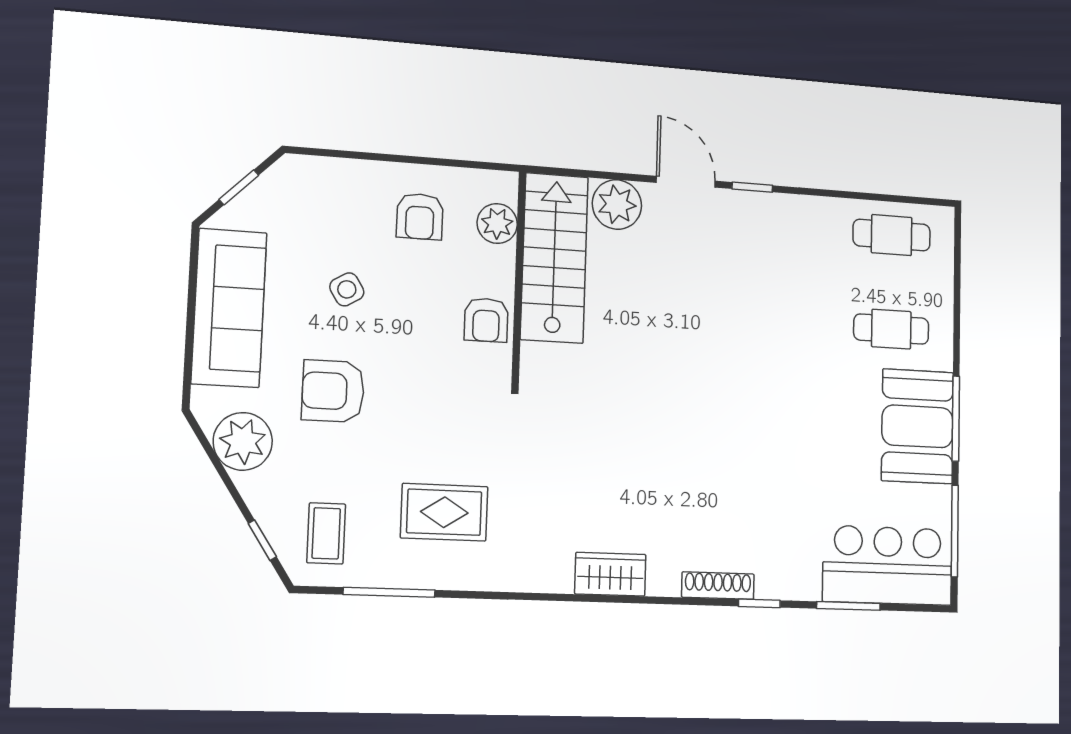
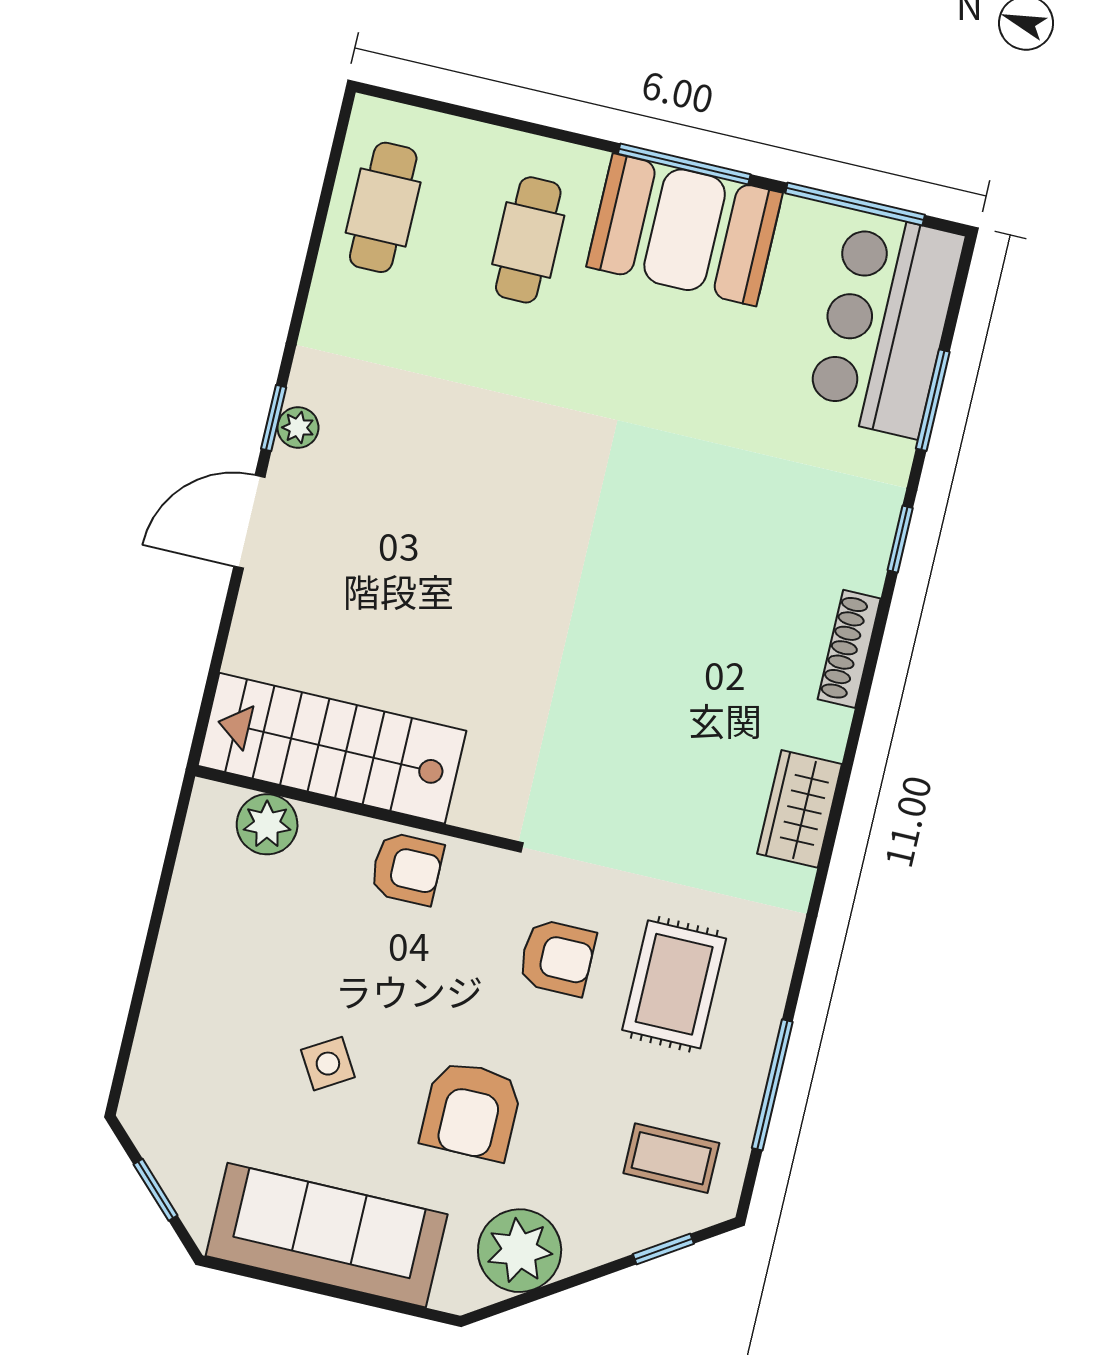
plant: (617, 205) -> (298, 427), moved, width x0.53, depth x0.53
armchair: (420, 216) -> (557, 958), moved
wardrobe: (610, 574) -> (800, 809), moved
shoe rack: (718, 586) -> (849, 649), moved

